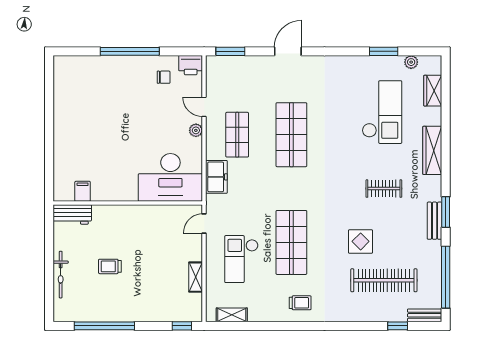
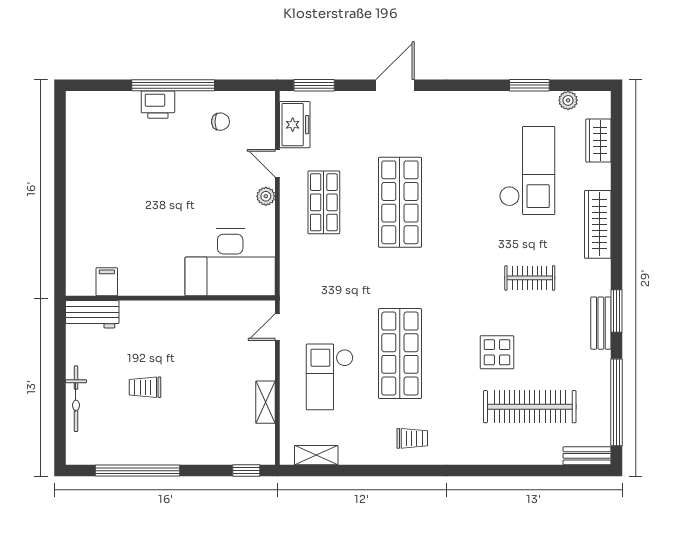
printer: (191, 65) -> (158, 105), moved
freezer: (216, 177) -> (295, 125), moved
window: (398, 326) -> (549, 471), removed

